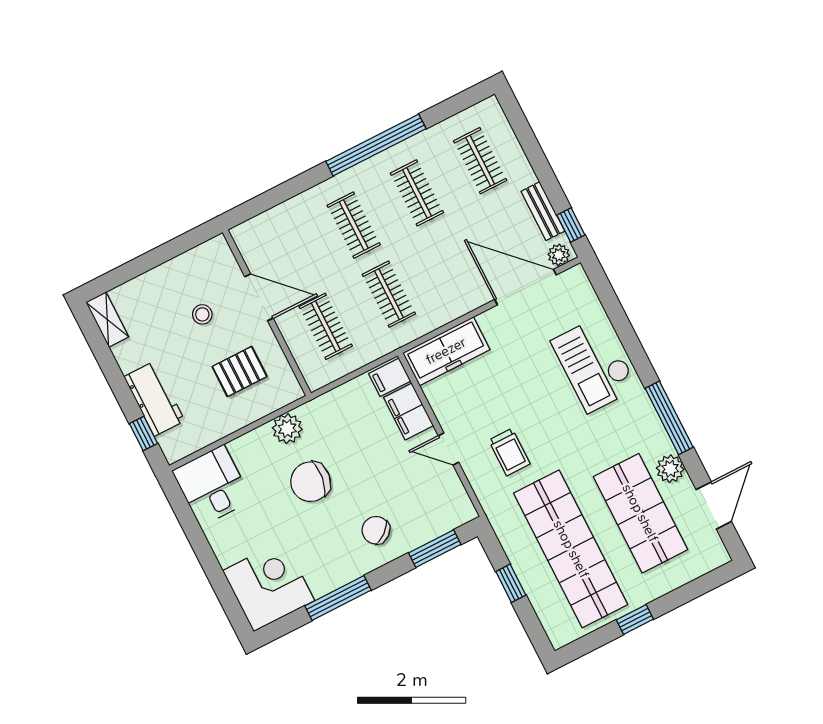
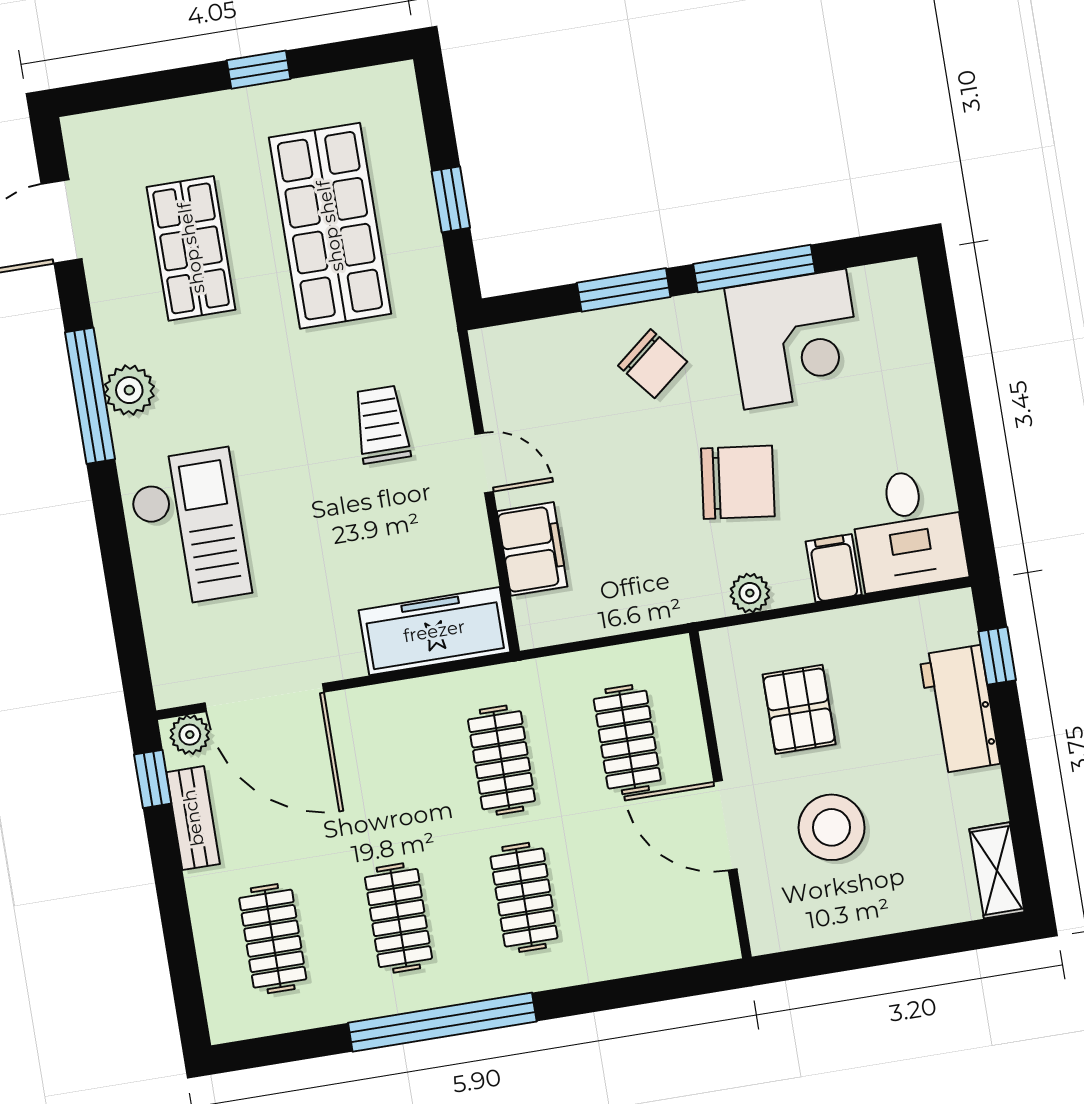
stool: (202, 314) -> (832, 827), width x1.89, depth x1.89
pallet: (240, 372) -> (799, 709), turned 90
filing cabinet: (390, 377) -> (834, 568), moved, turned -90
plant: (287, 429) -> (750, 593), width x0.73, depth x0.73
plant: (670, 469) -> (129, 390), moved
shop shelf: (640, 513) -> (191, 248), width x0.70, depth x0.74
window: (435, 549) -> (624, 290), moved
shop shelf: (571, 549) -> (330, 226), width x0.71
corner desk: (269, 586) -> (795, 339), moved, turned -90

